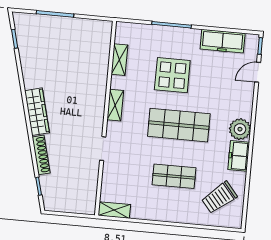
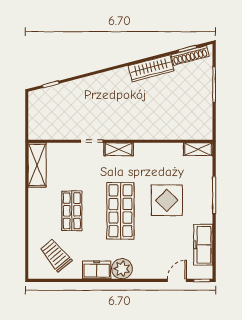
shelving: (119, 60) -> (198, 149), moved
door: (258, 72) -> (177, 280), hinge flipped
shelving: (115, 105) -> (119, 149), moved
wardrobe: (37, 112) -> (151, 68), moved
shoe rack: (41, 155) -> (190, 55), moved
shelving: (114, 210) -> (37, 165), width x1.50, depth x1.33

